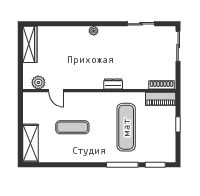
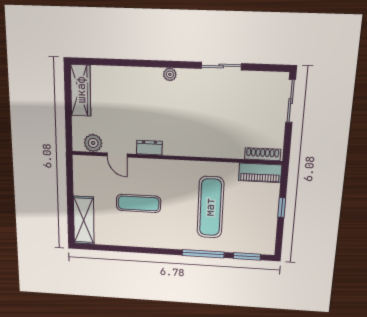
sliding door: (141, 24) -> (221, 66), moved
dresser: (113, 84) -> (149, 148), moved

